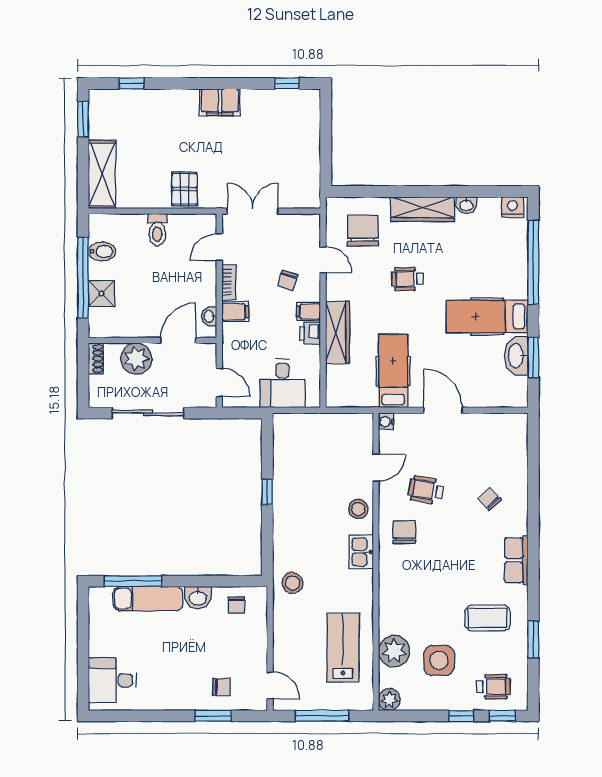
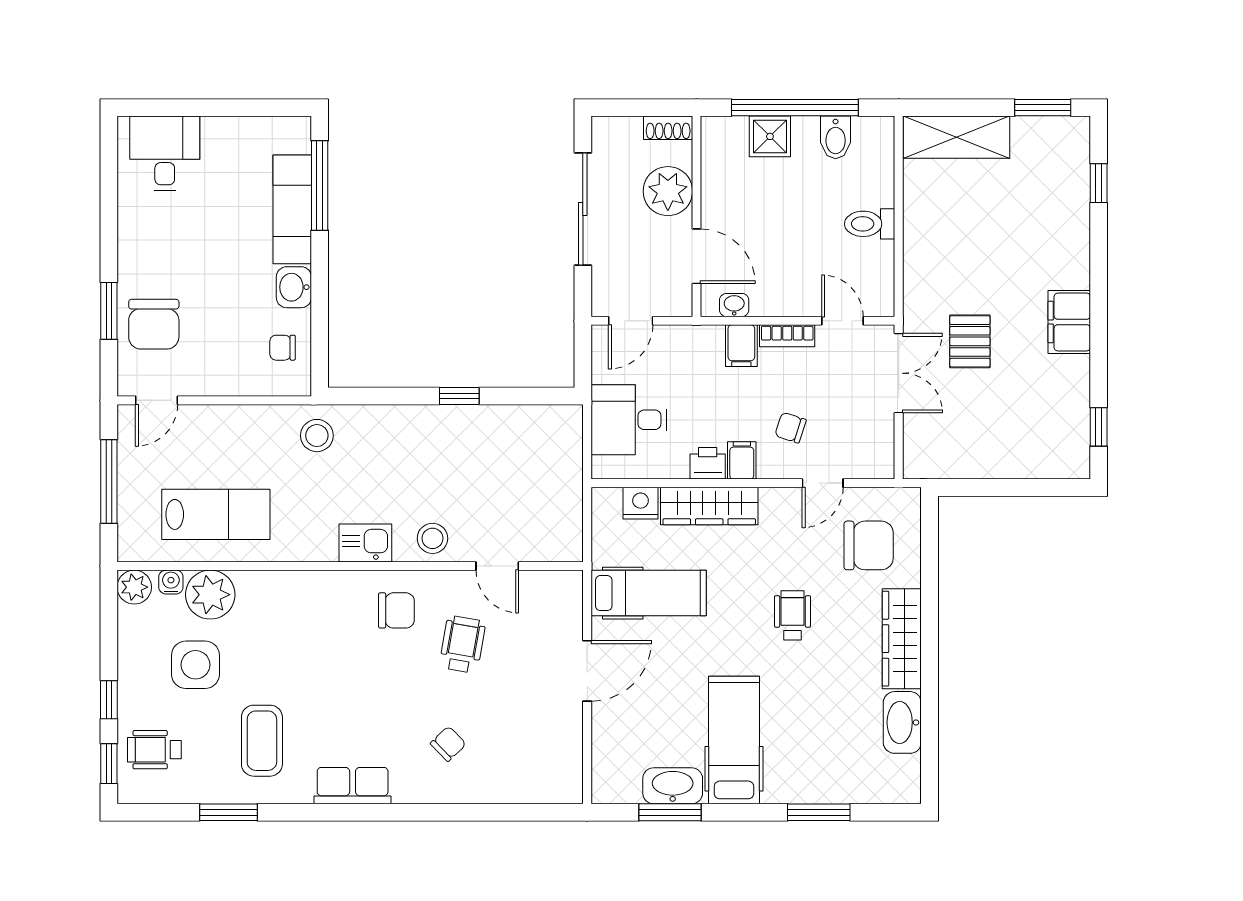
pallet: (184, 189) -> (970, 341), moved, turned 90
washbasin: (466, 205) -> (902, 722), width x1.91, depth x1.45
nightstand: (512, 207) -> (641, 503), moved, turned -90
window: (533, 262) -> (819, 812), width x0.47
water cooler: (386, 422) -> (171, 582), moved
chair: (221, 687) -> (154, 324), width x1.87, depth x1.87
wheelchair: (493, 687) -> (154, 750), turned 90

